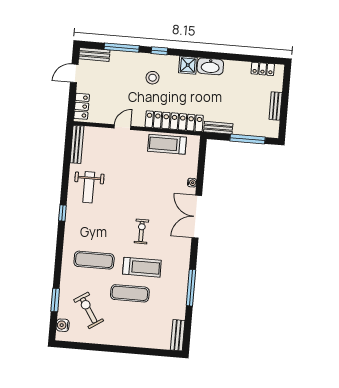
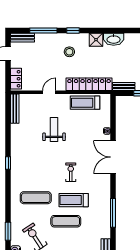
weight bench: (89, 187) -> (54, 129), moved, turned 180
treadmill: (142, 267) -> (74, 200), turned 180

